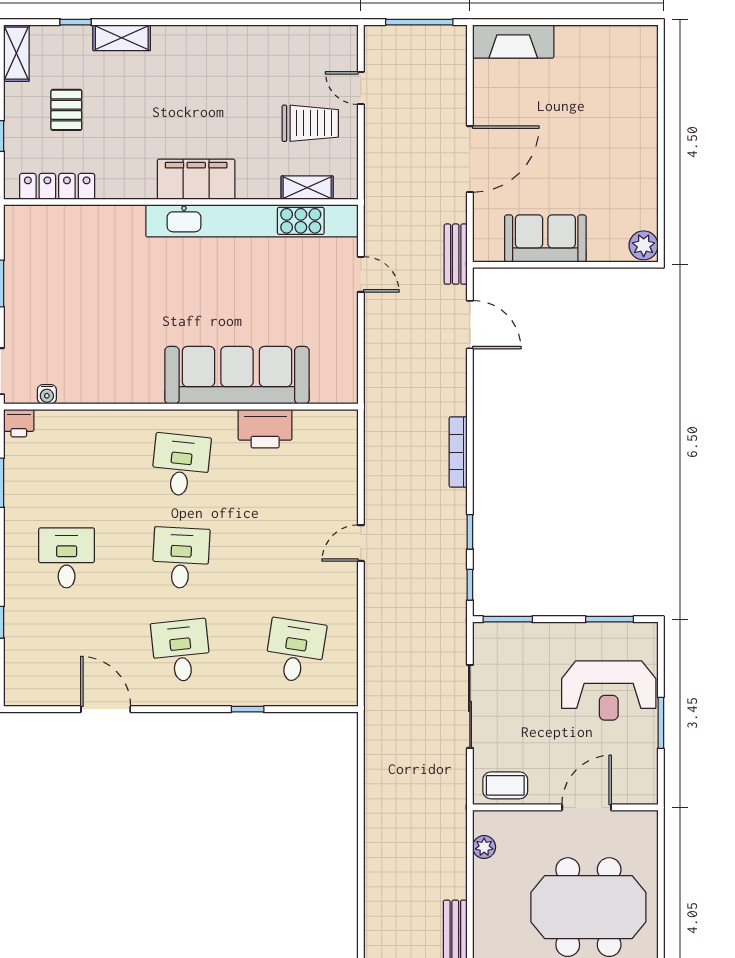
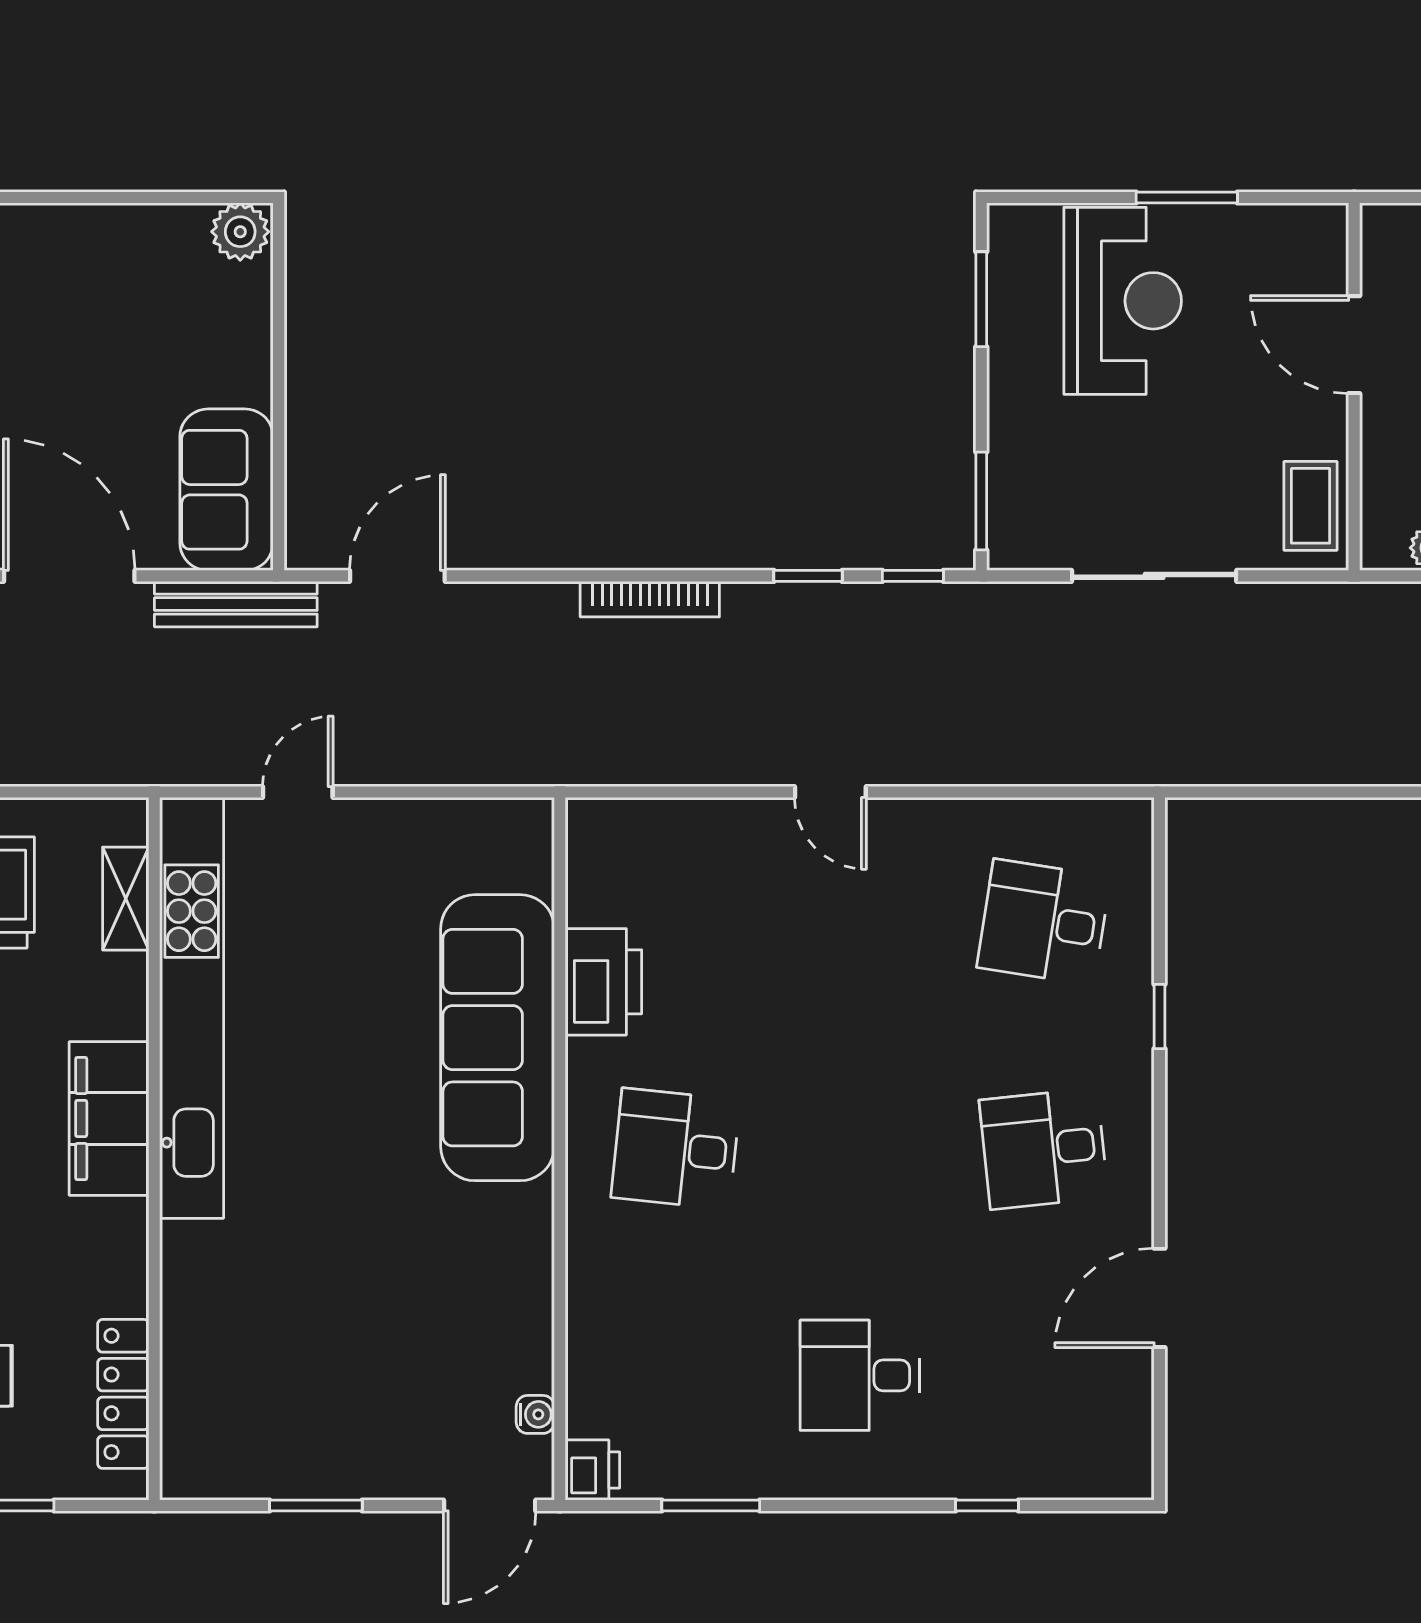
sofa: (545, 238) -> (227, 490), moved
bench: (456, 254) -> (236, 604), width x1.36
desk: (181, 558) -> (860, 1149), removed

